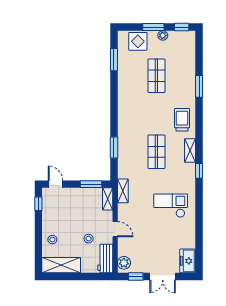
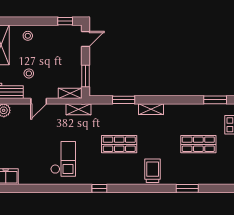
trolley: (182, 120) -> (153, 171), turned -90
shelving: (190, 151) -> (151, 109), moved

